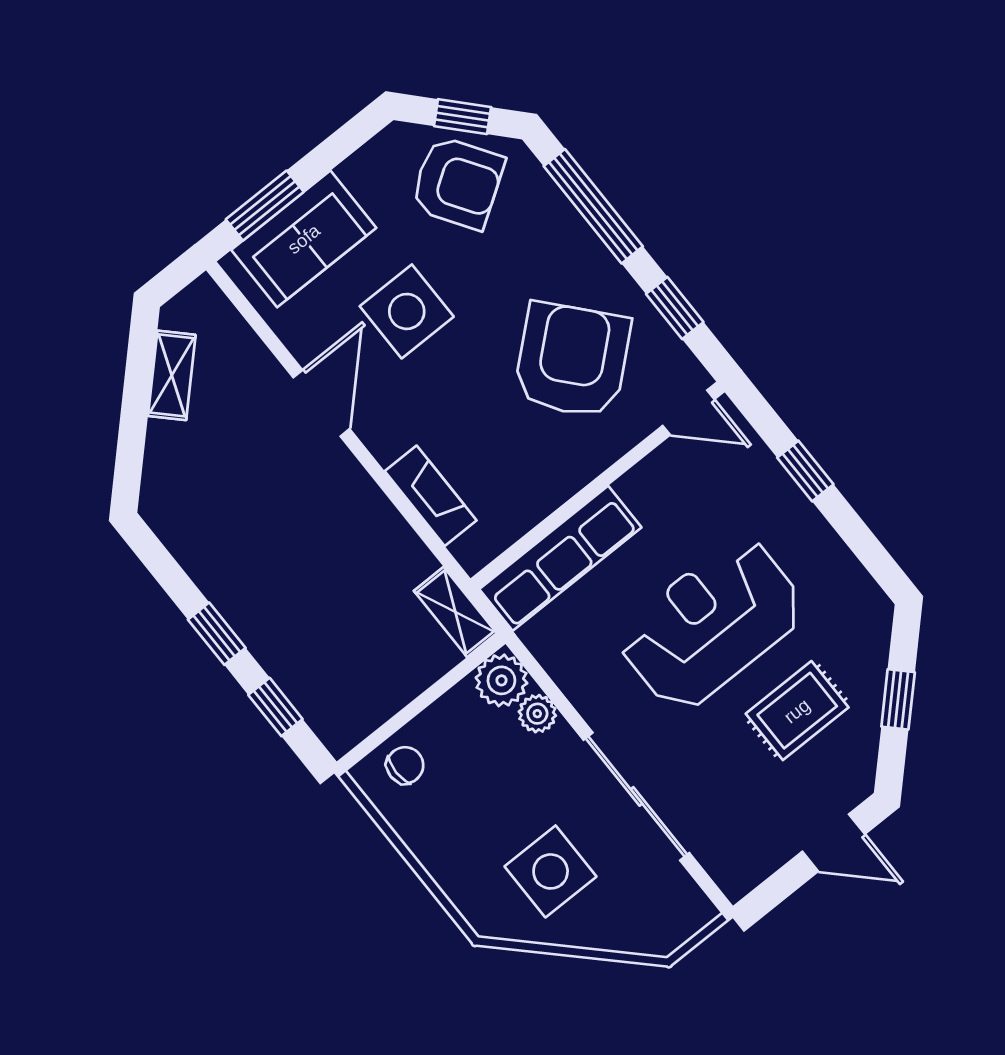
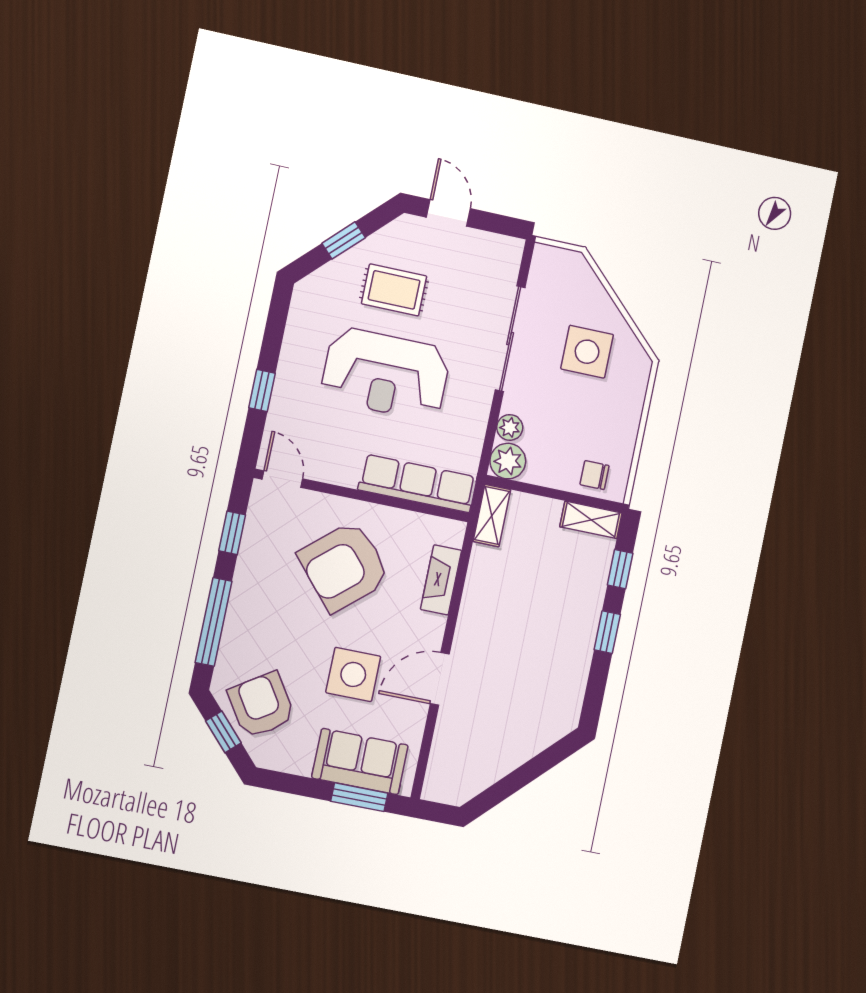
armchair: (572, 360) -> (344, 566), moved
shelving: (172, 375) -> (591, 520), moved, turned 45

